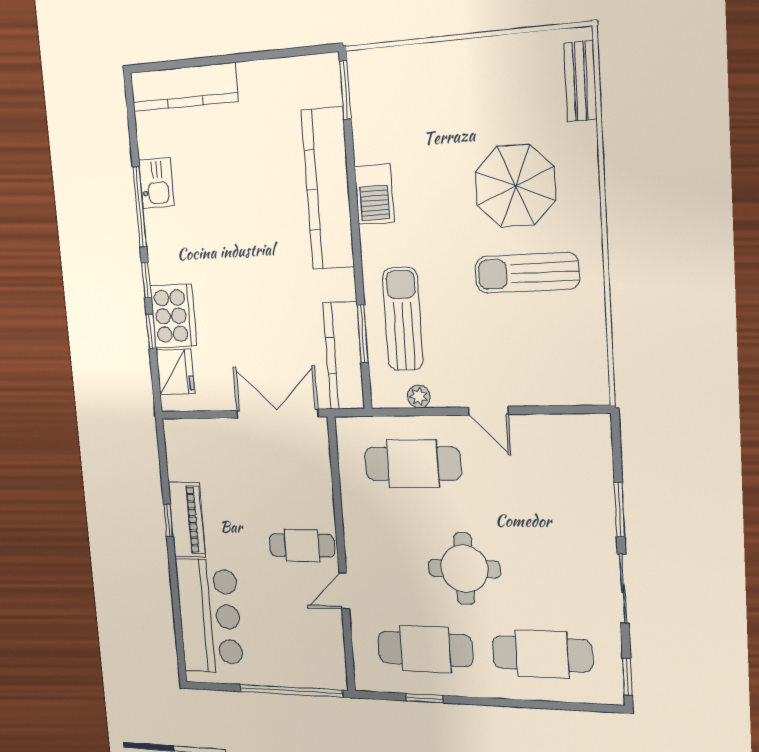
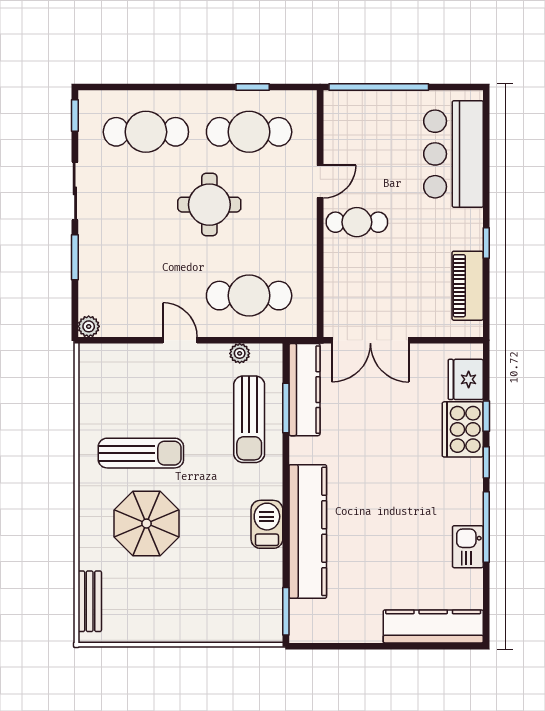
plant: (599, 426) -> (89, 326), added
piano: (187, 520) -> (468, 286), moved

